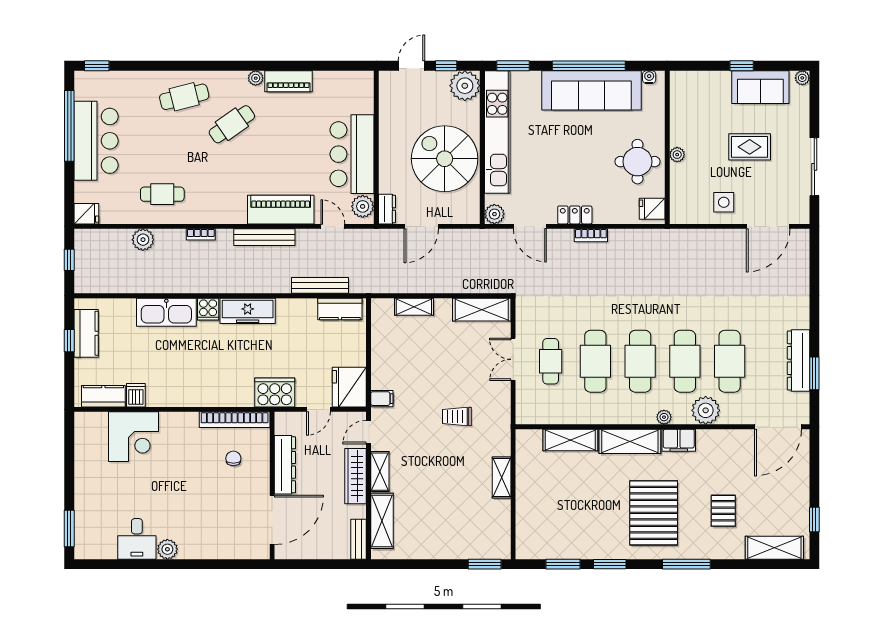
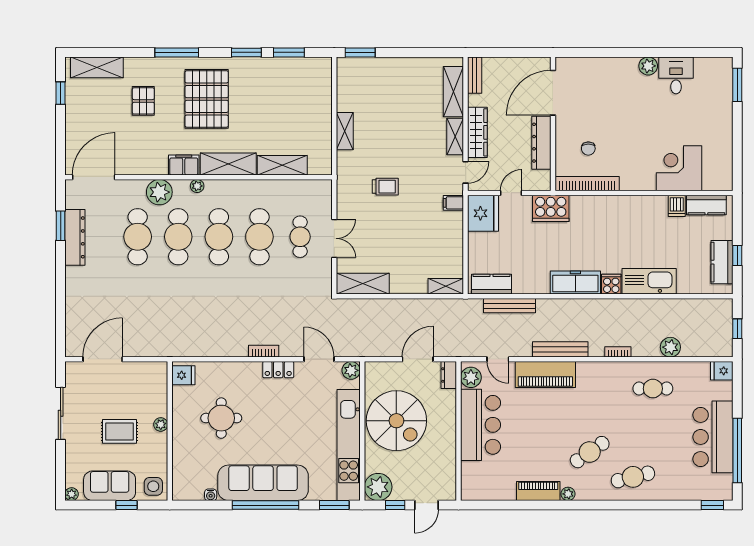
wall: (667, 147) -> (170, 431), moved
plant: (677, 155) -> (161, 424), moved
side table: (724, 202) -> (153, 486), moved
fridge: (652, 209) -> (183, 375), moved
shelving: (414, 307) -> (446, 286), moved

